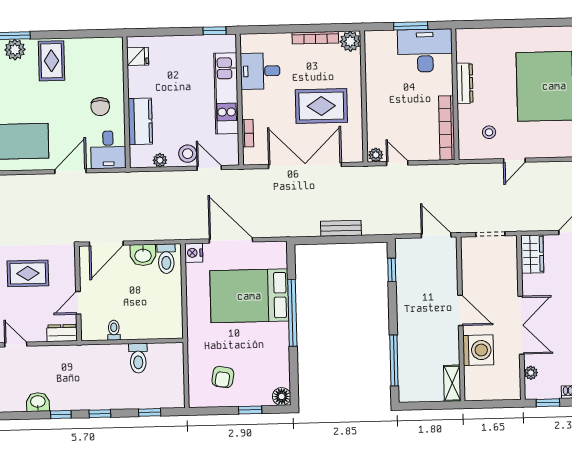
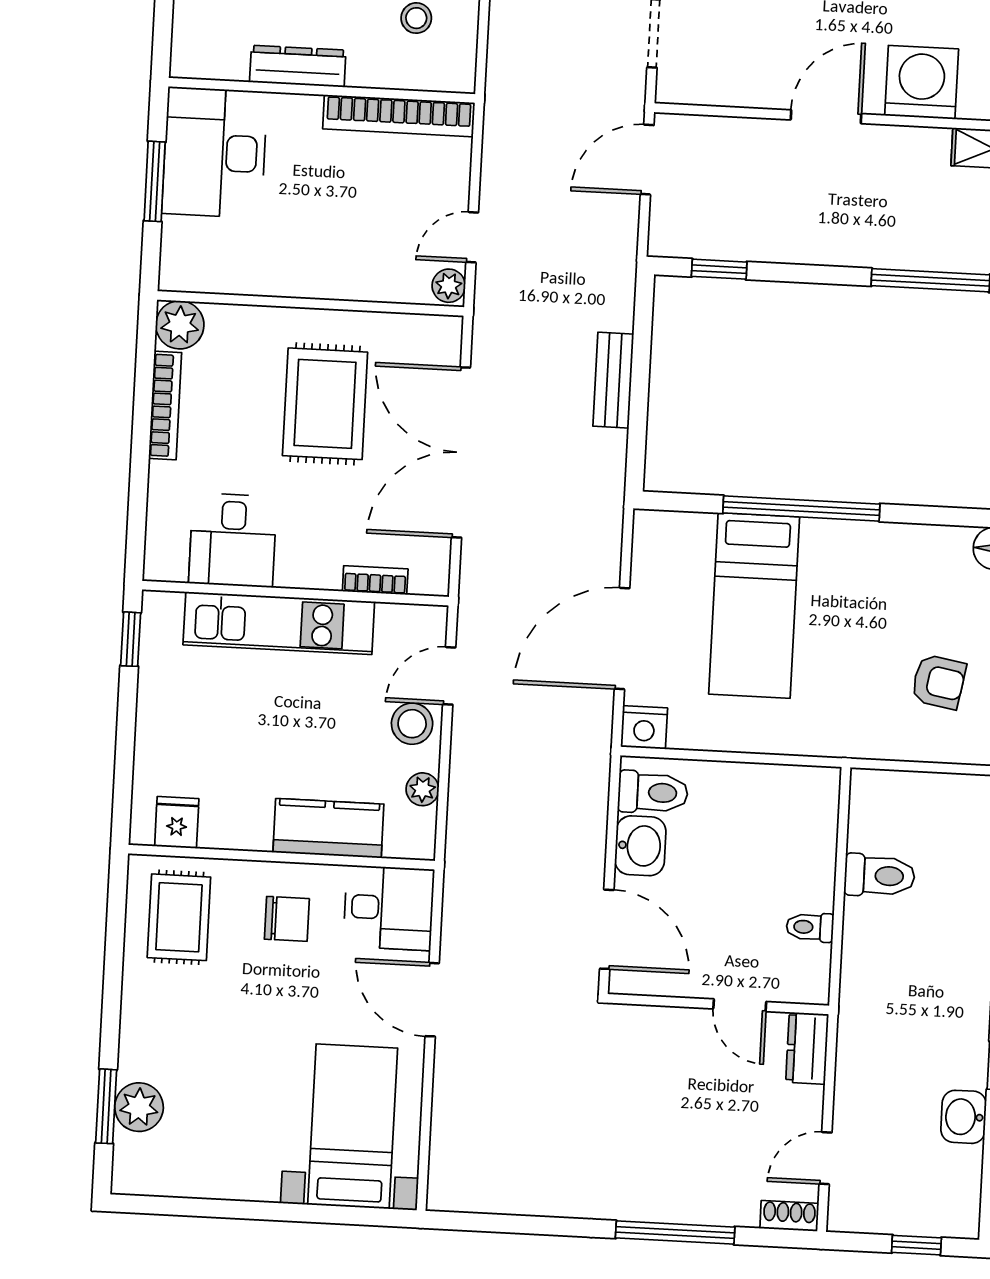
rug: (51, 61) -> (179, 917), moved, turned 90
rug: (28, 273) -> (662, 1117), removed
bed: (249, 296) -> (754, 605), width x0.67

